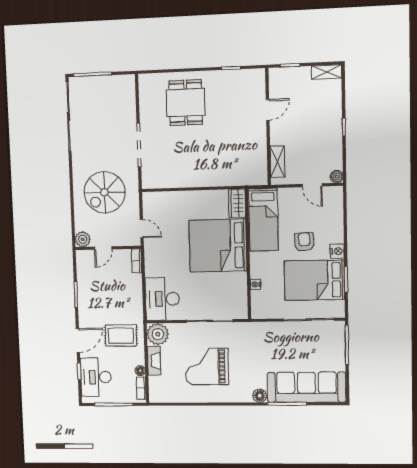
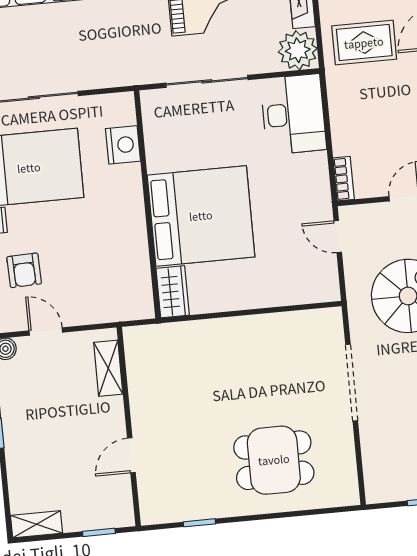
dining table: (186, 103) -> (274, 460), turned 90
bed: (263, 220) -> (125, 267), removed
armchair: (304, 242) -> (24, 270), moved
nightstand: (255, 284) -> (123, 145), width x1.89, depth x1.79

